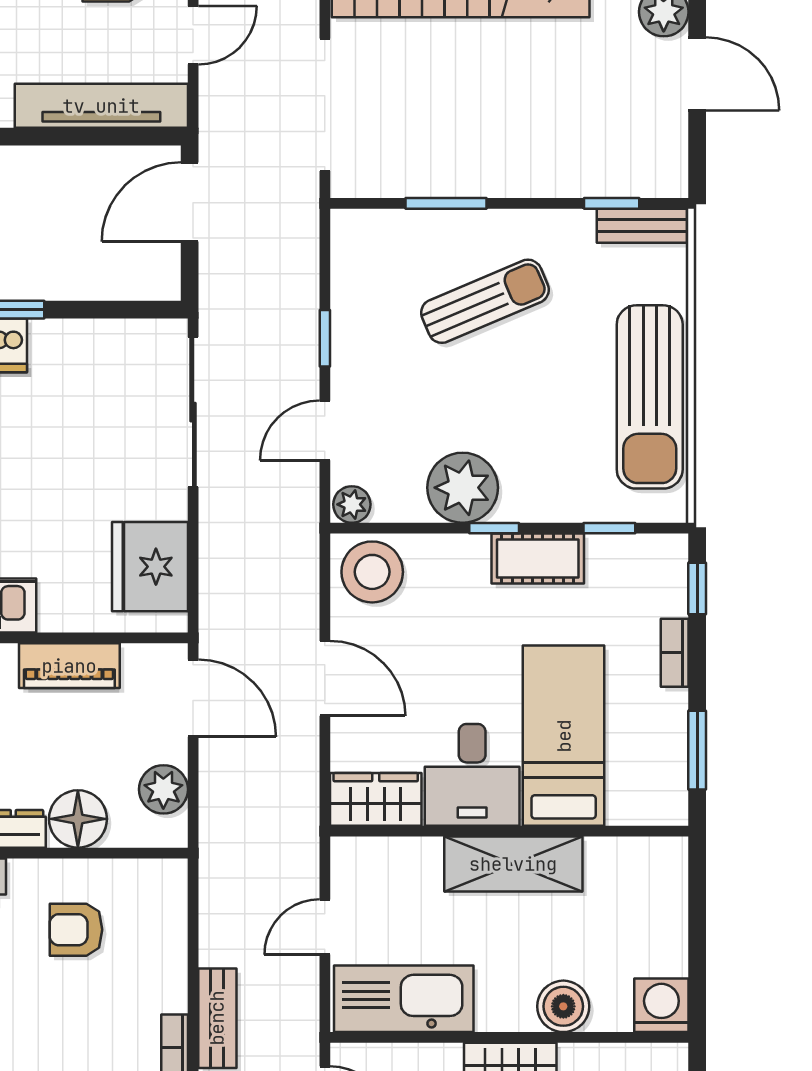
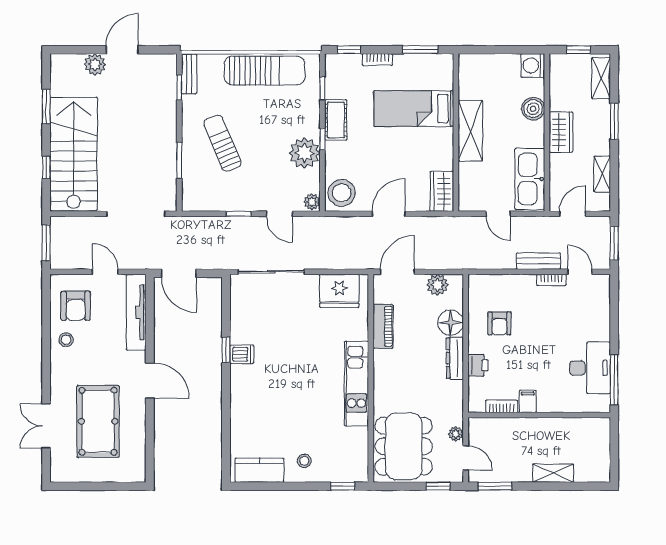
desk: (472, 775) -> (431, 149), removed

